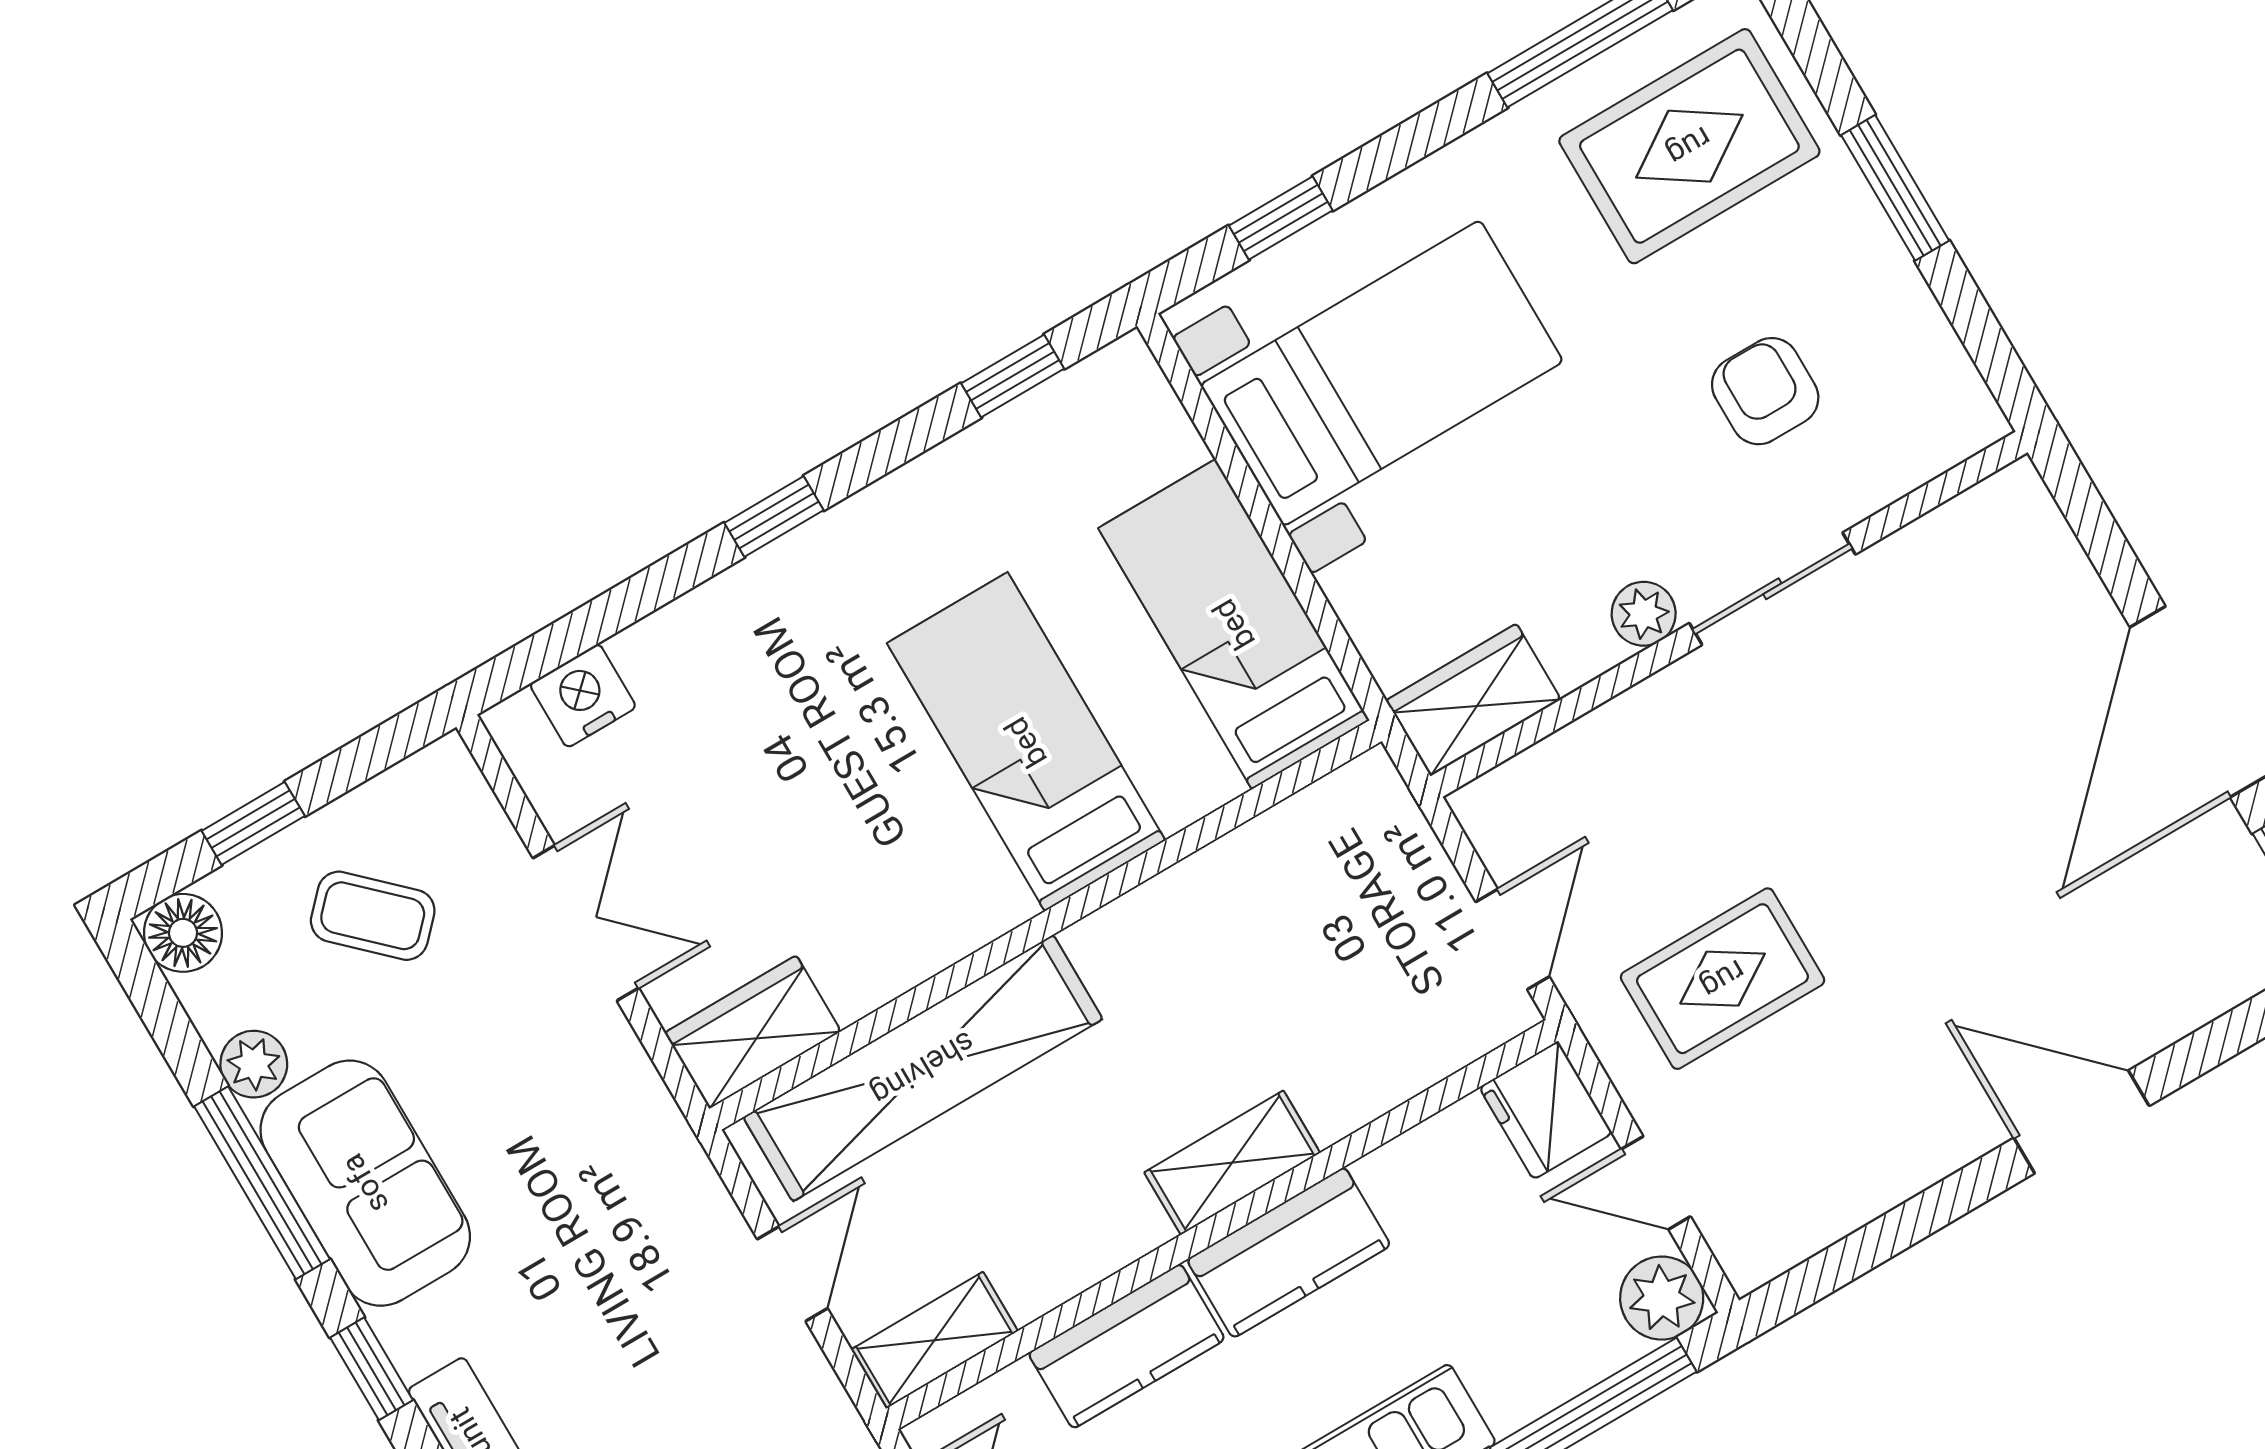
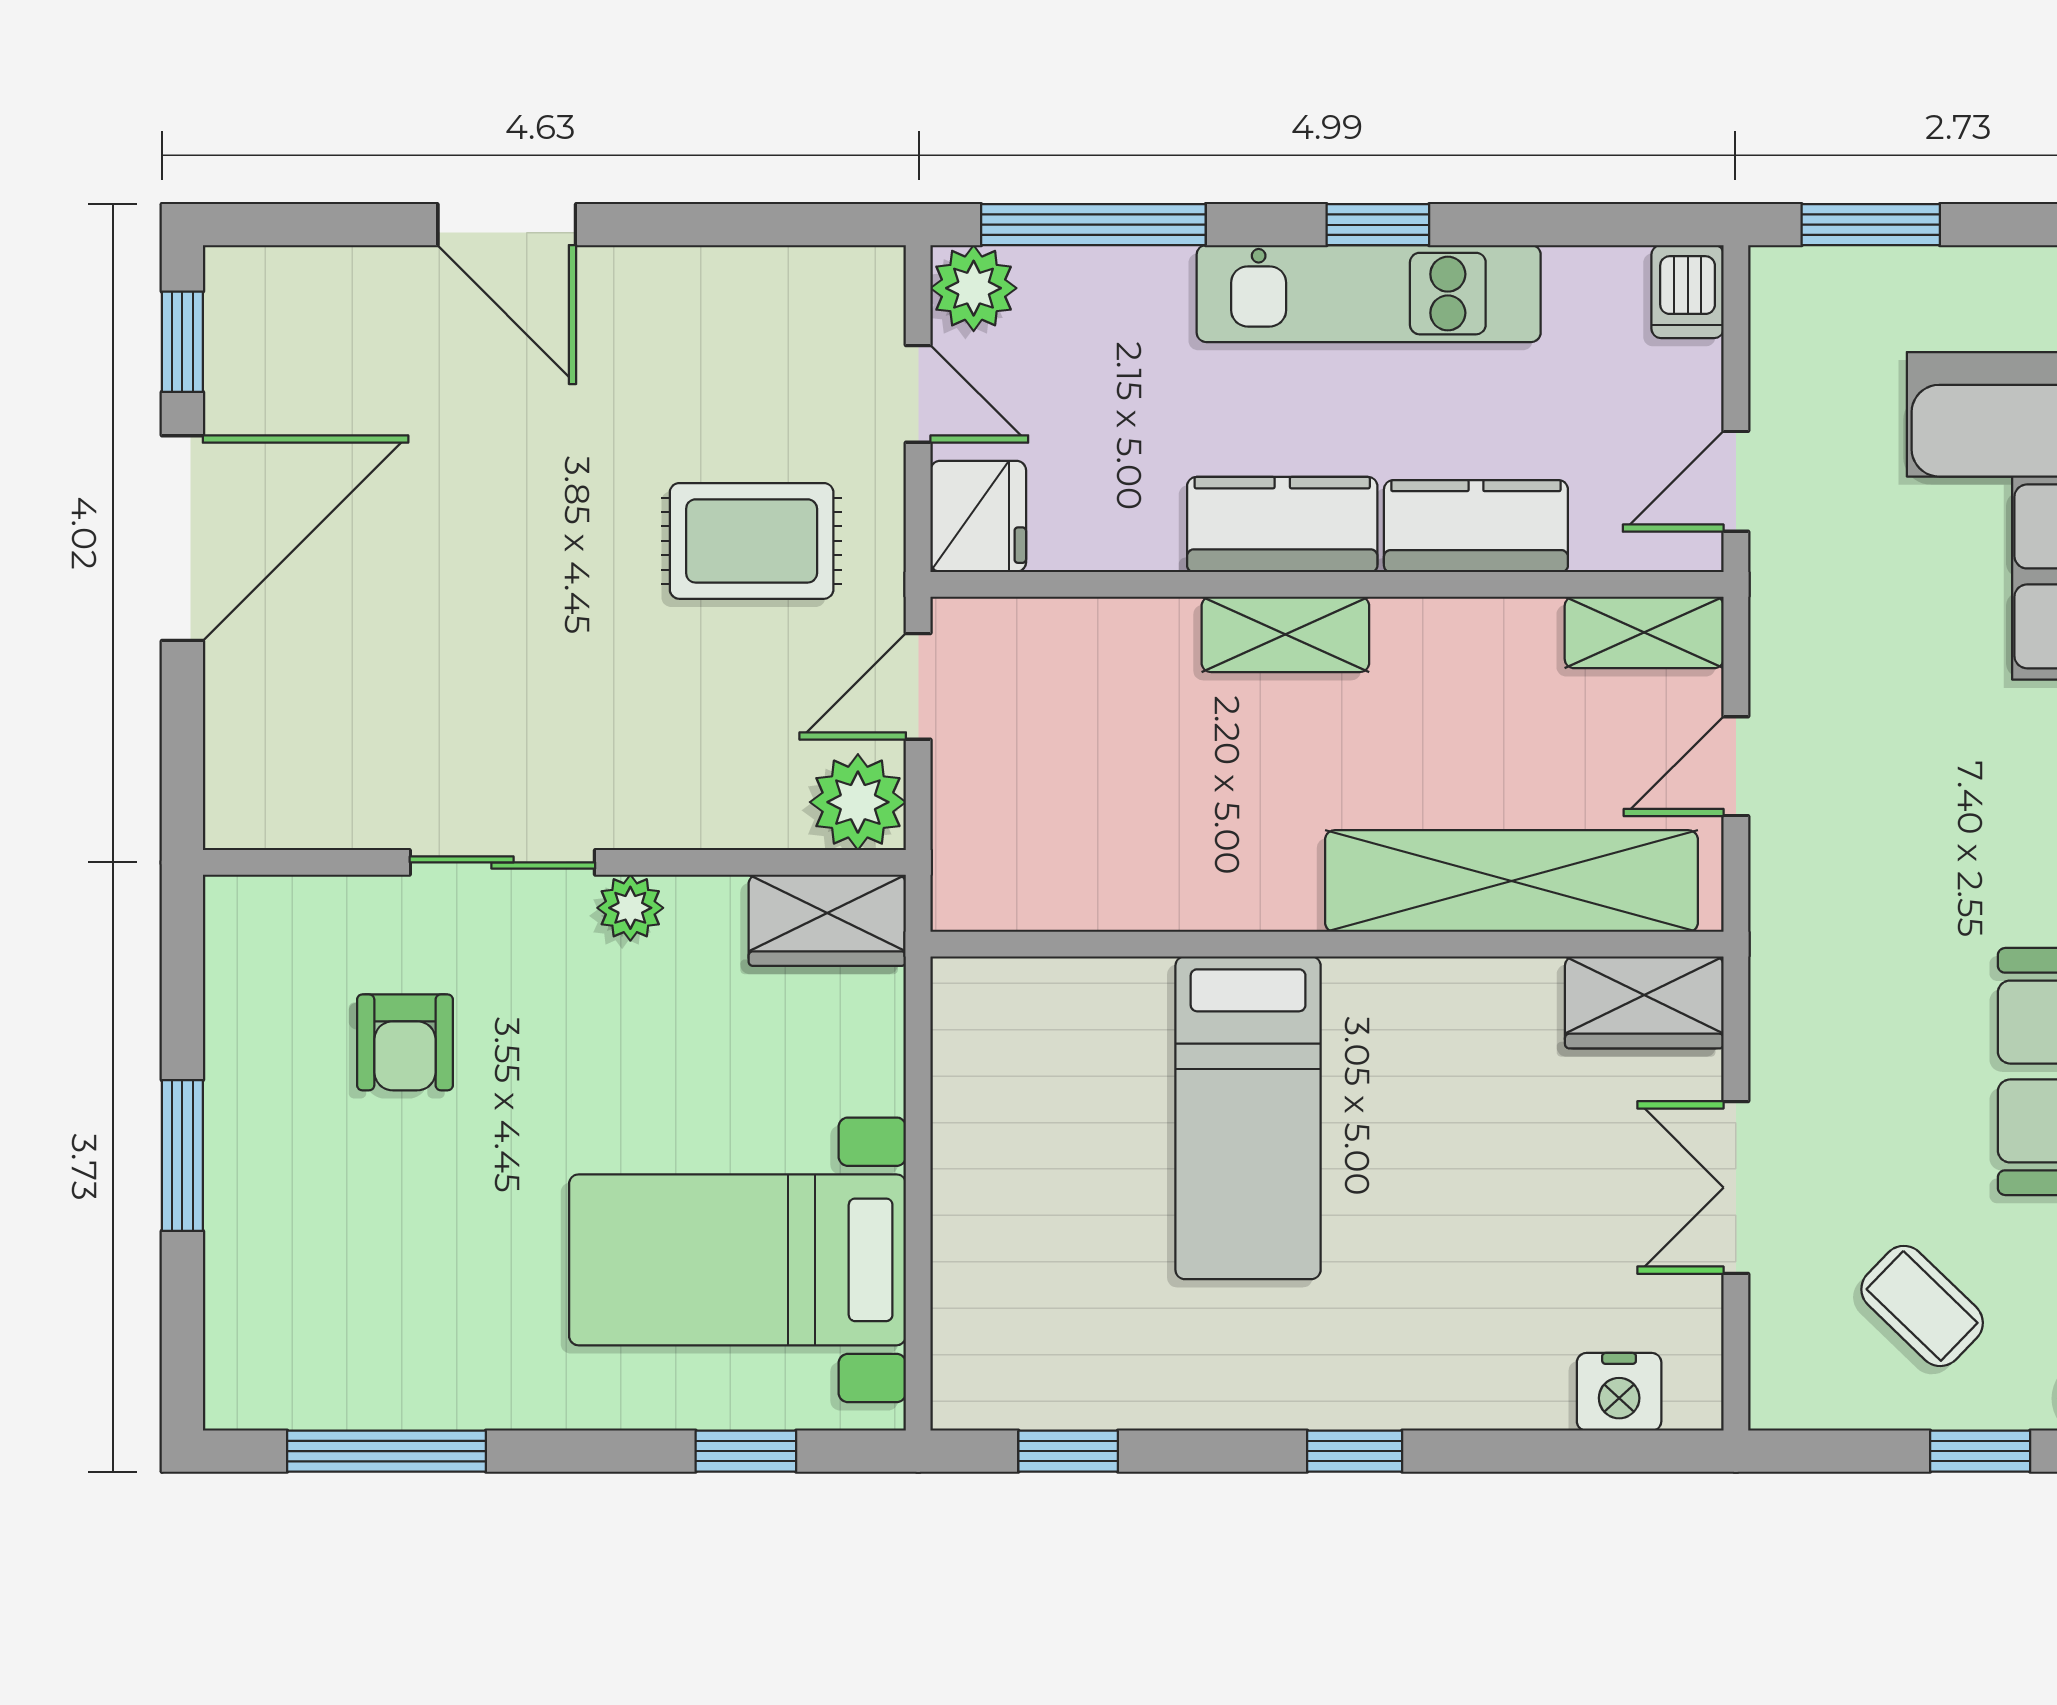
rug: (1689, 146) -> (344, 1301), removed
bed: (1234, 624) -> (1001, 1114), removed
plant: (1506, 813) -> (858, 802), added

